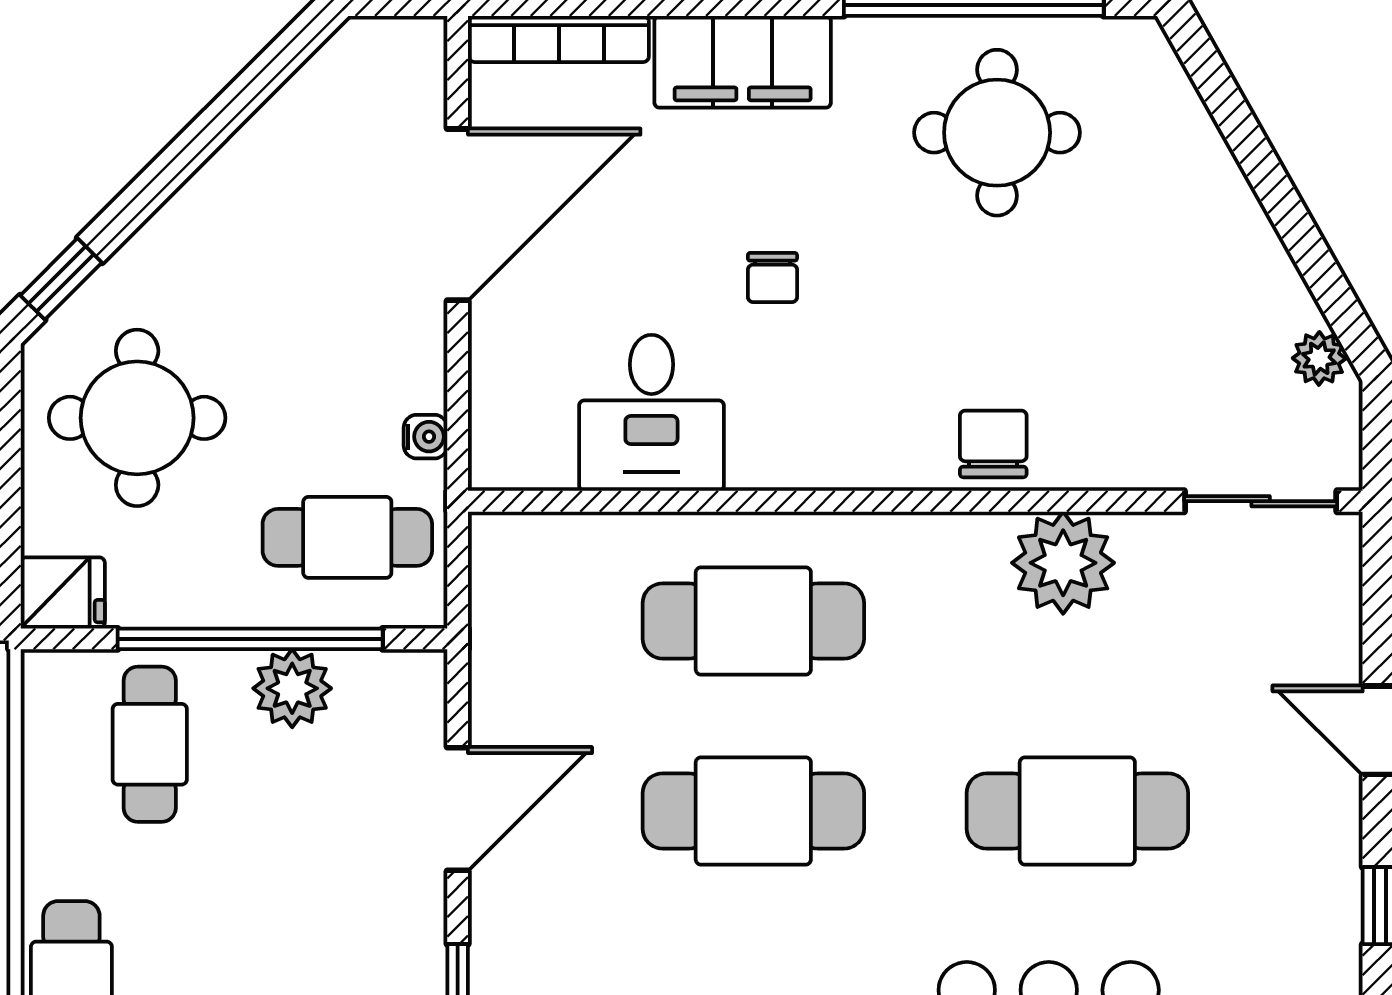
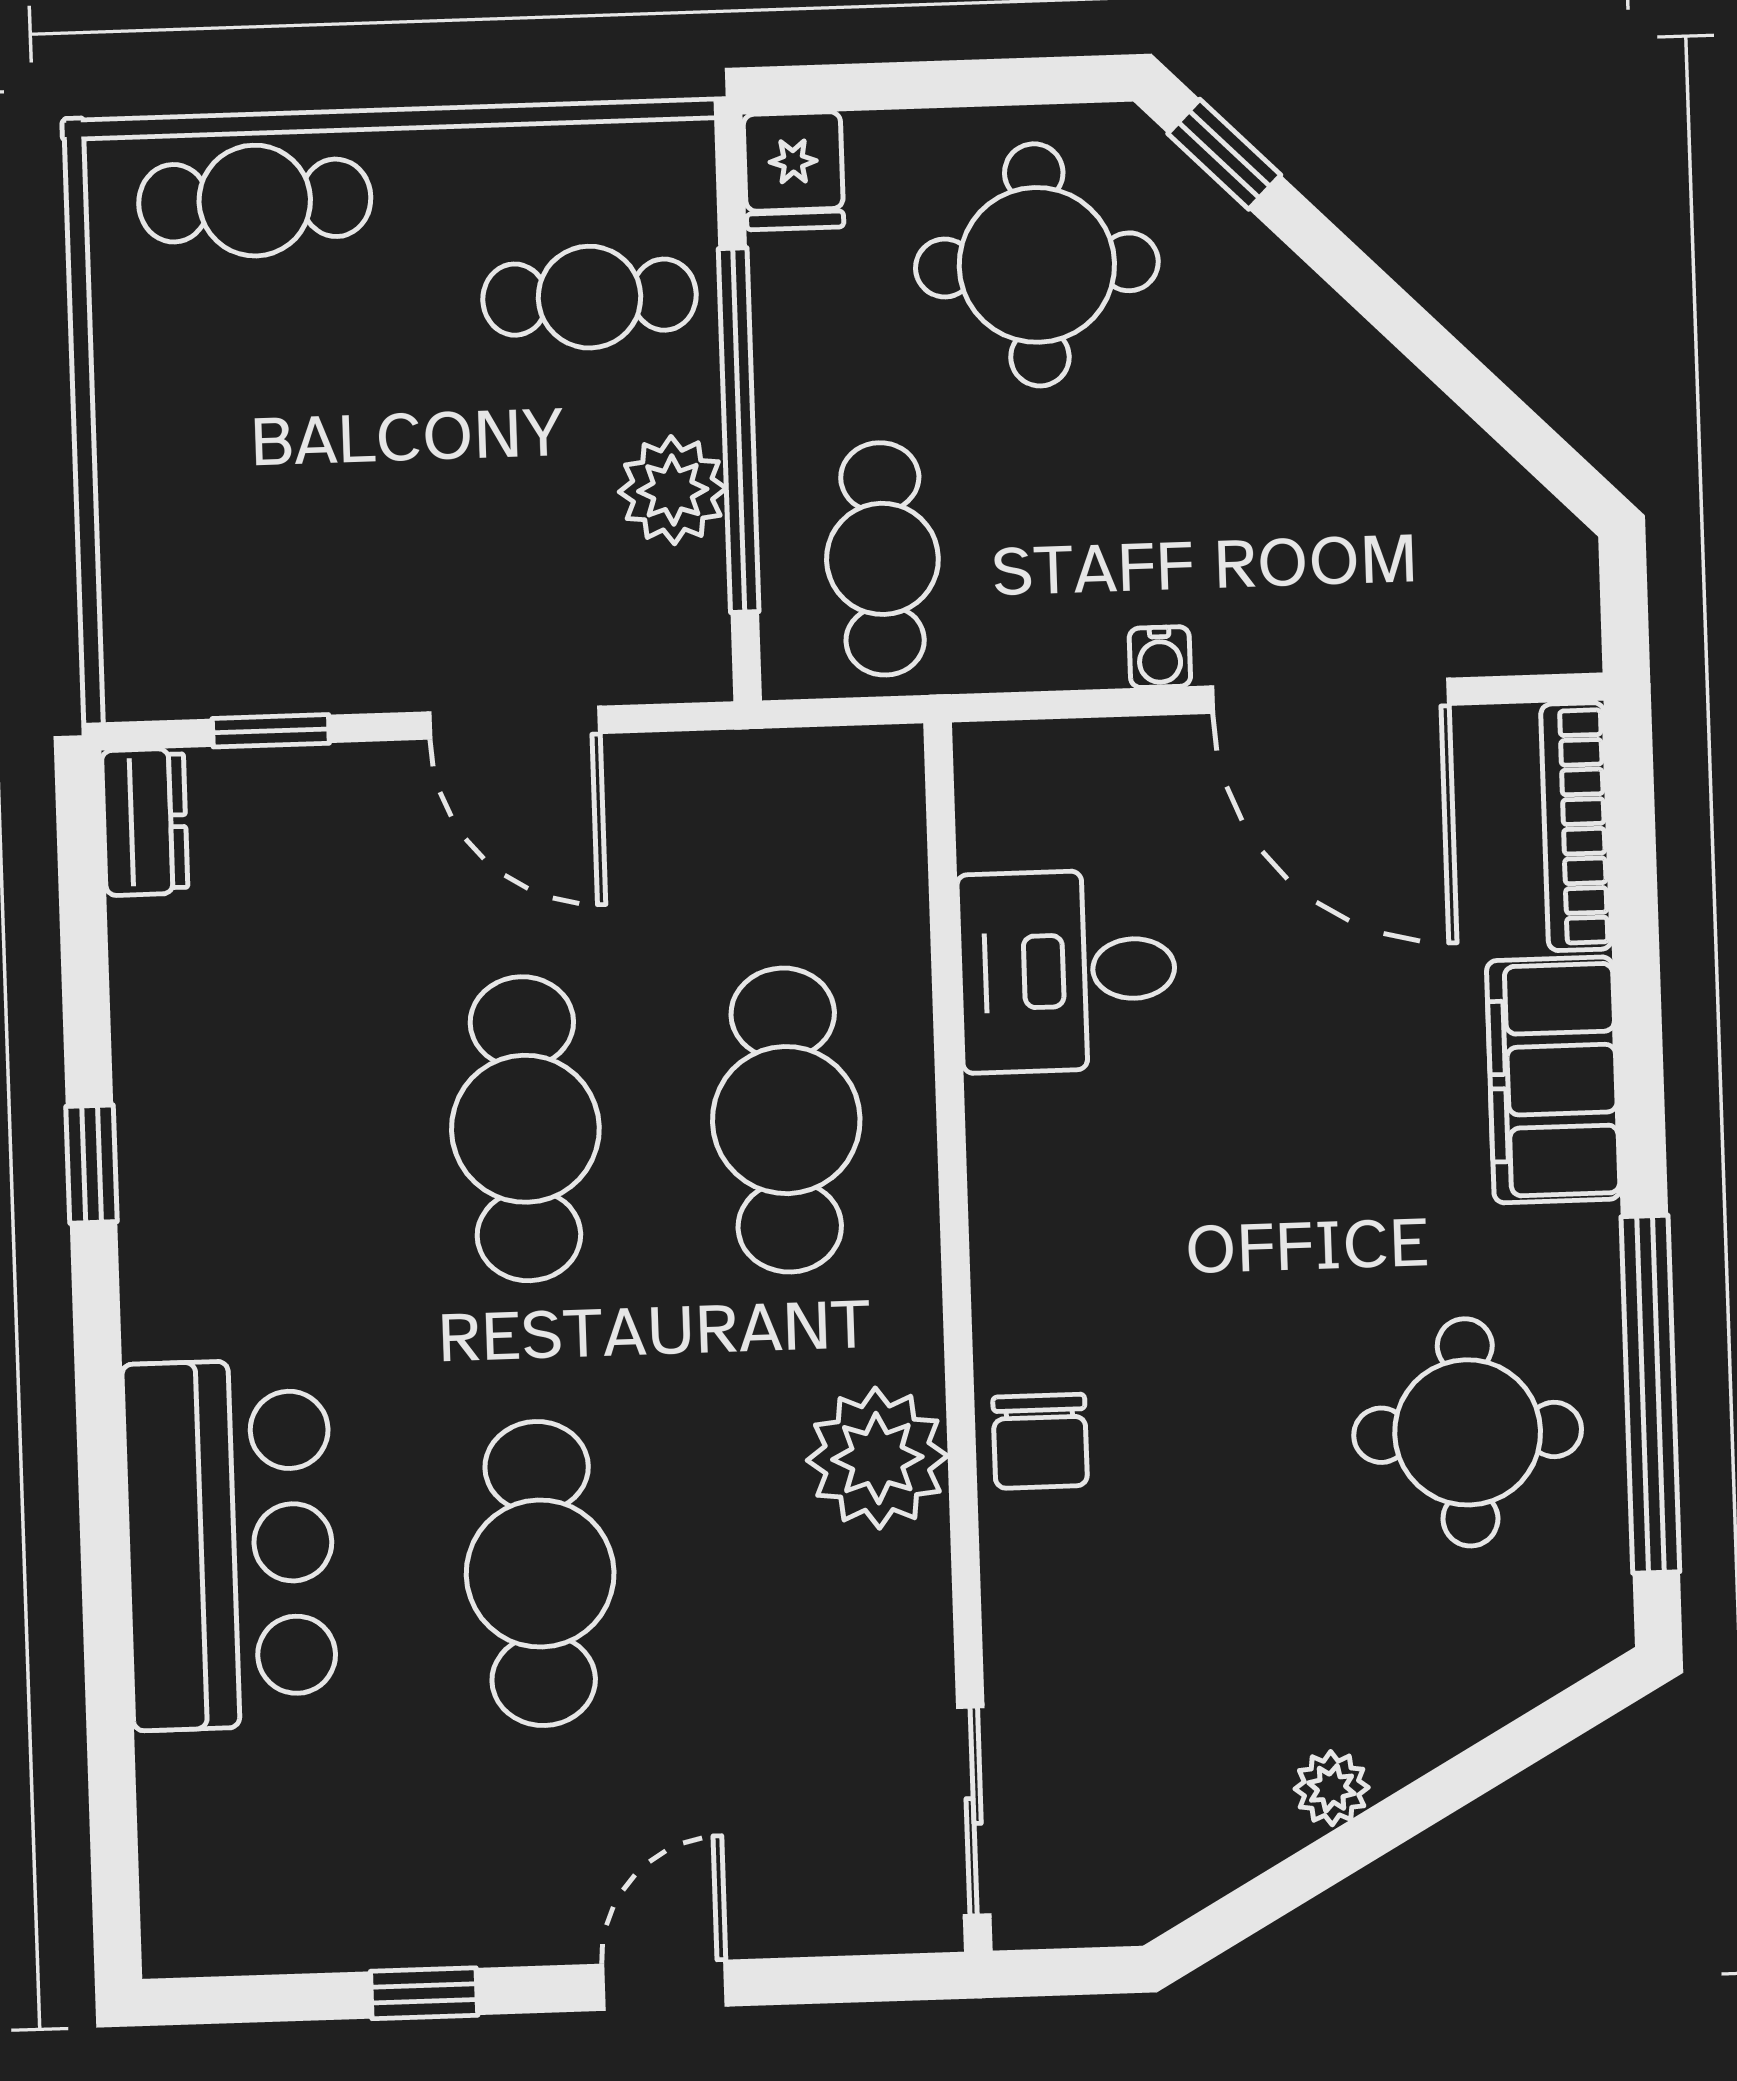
chair: (772, 277) -> (1259, 1131), removed
plant: (1319, 358) -> (1332, 1788), moved
water cooler: (426, 437) -> (1160, 657), moved
chair: (993, 444) -> (1040, 1441), turned 90
plant: (1063, 563) -> (877, 1458), moved

